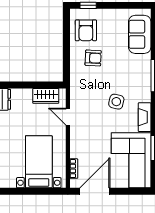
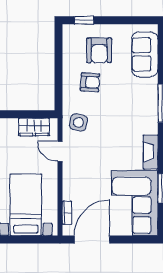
armchair: (86, 30) -> (99, 50), moved
side table: (116, 102) -> (78, 122), moved

